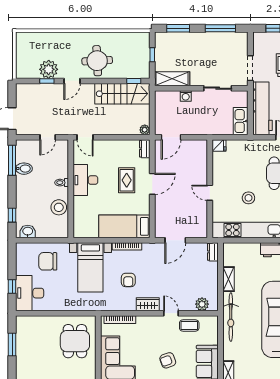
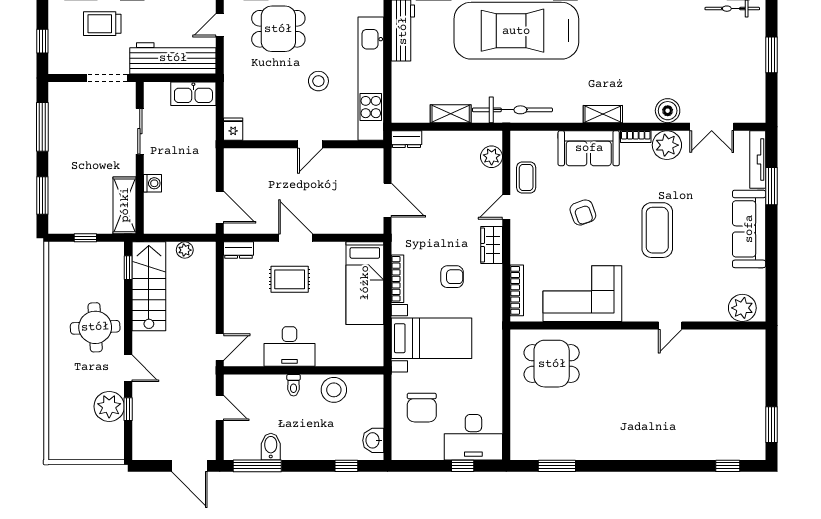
plant: (145, 130) -> (185, 250), moved

